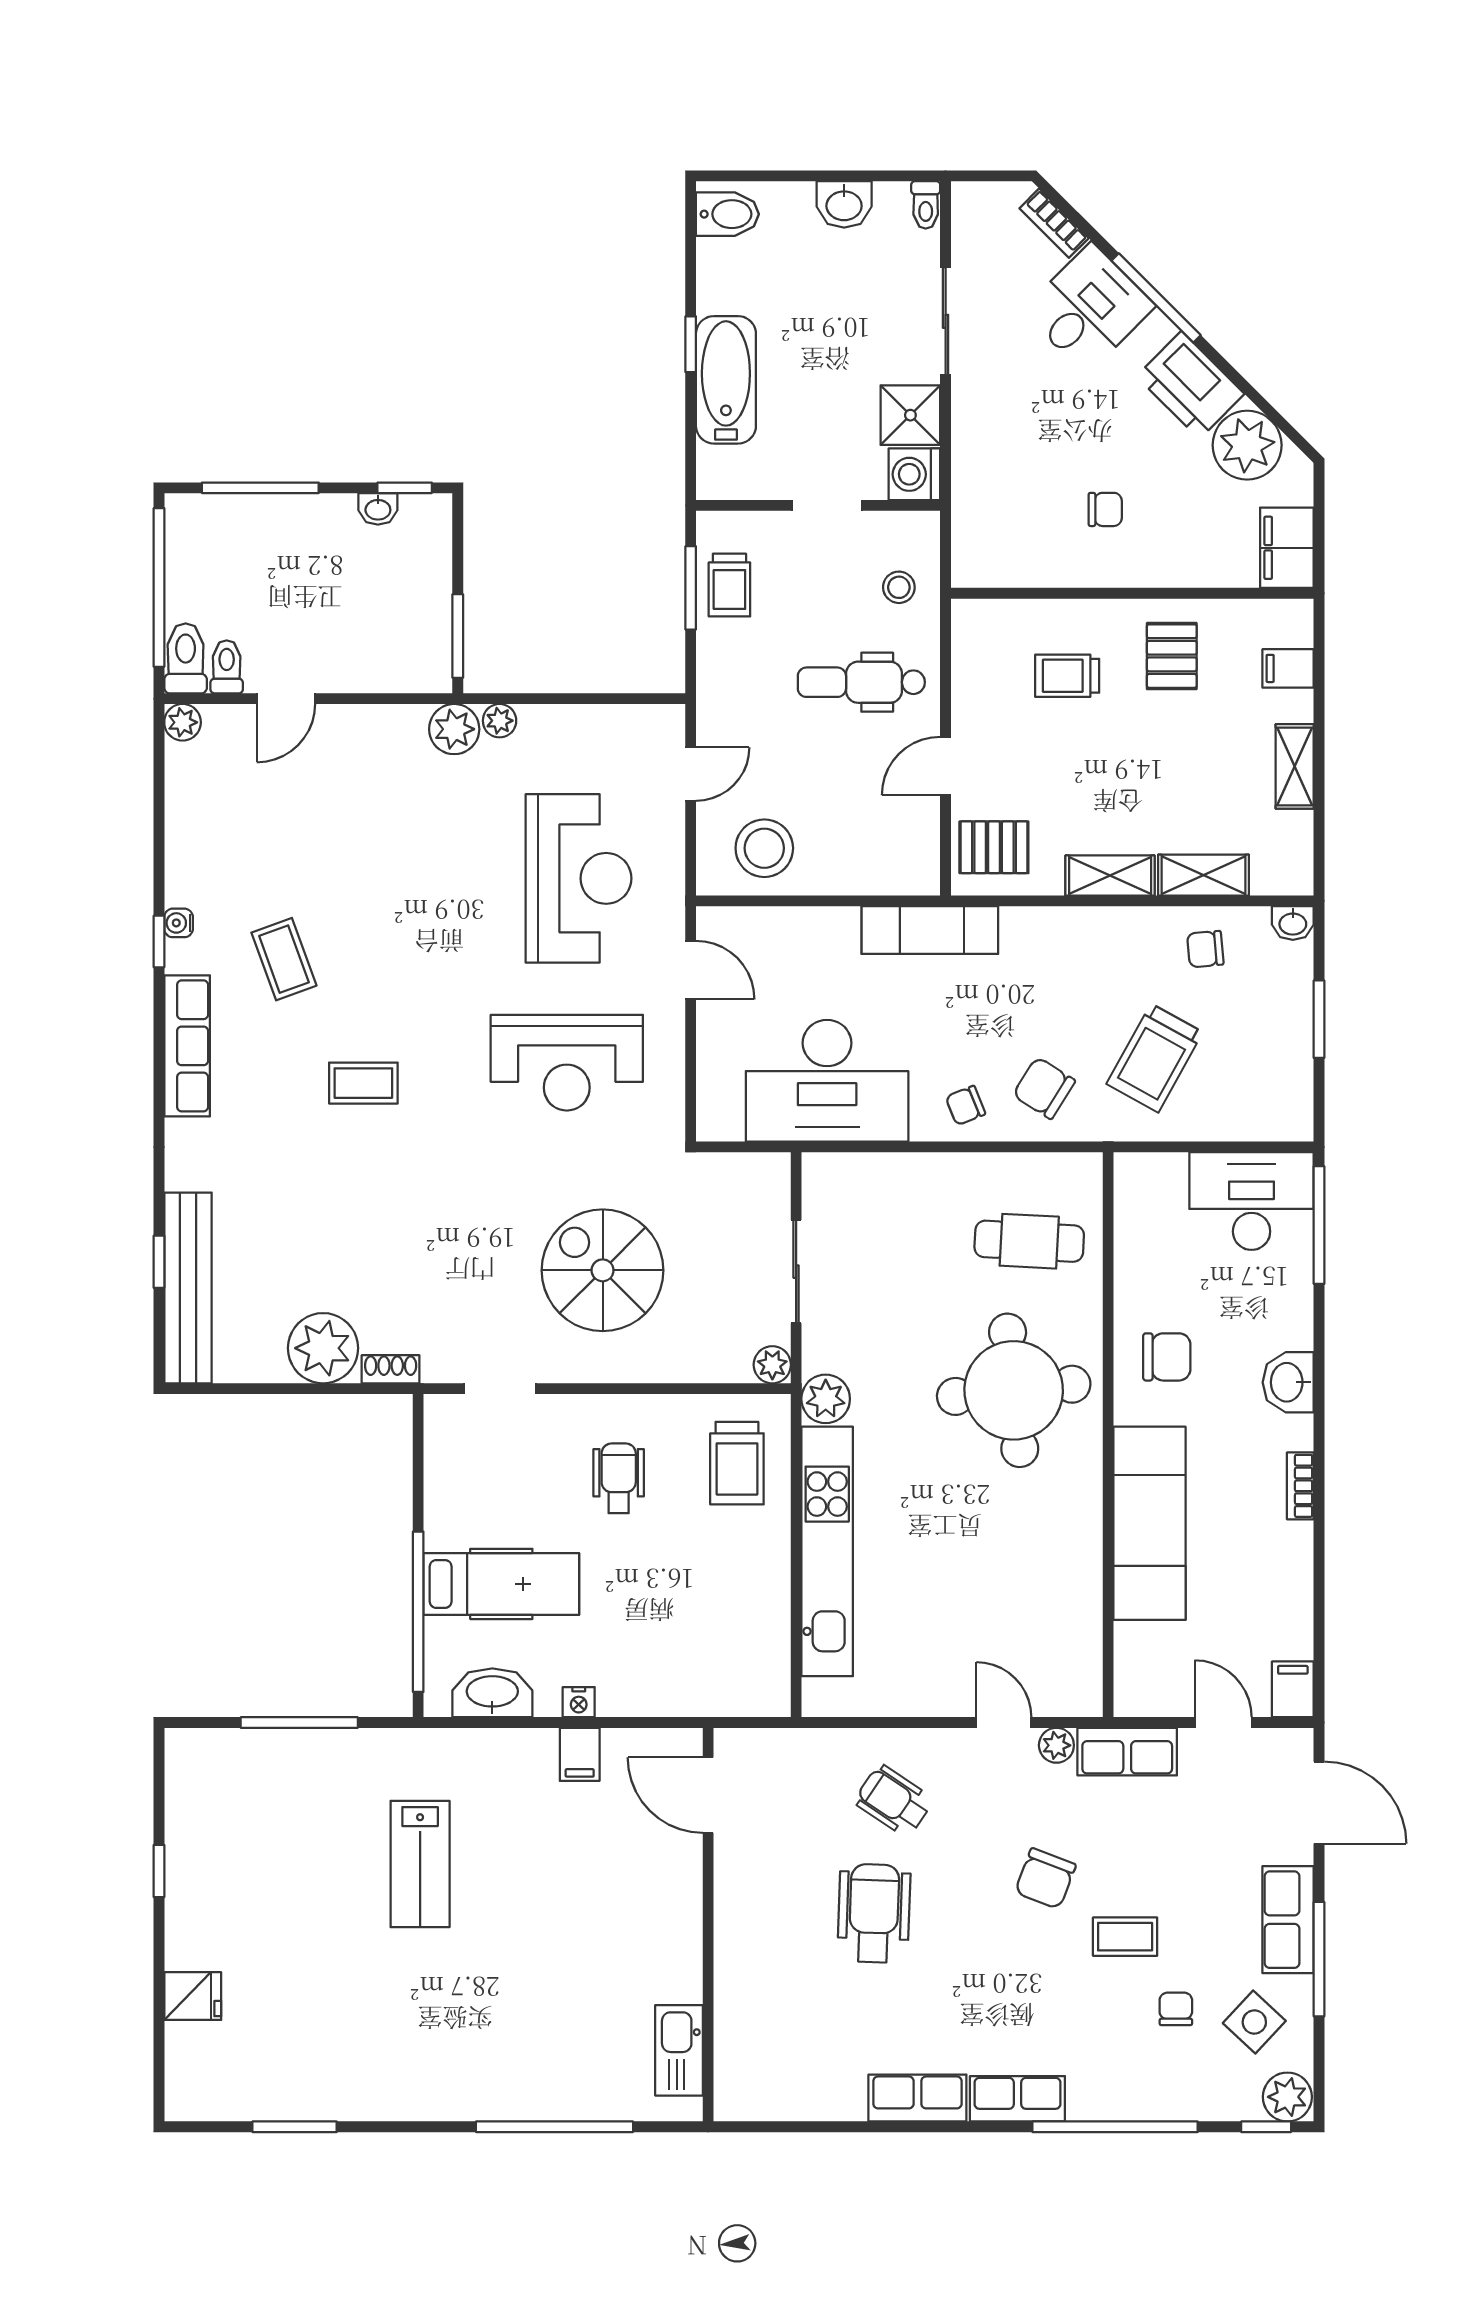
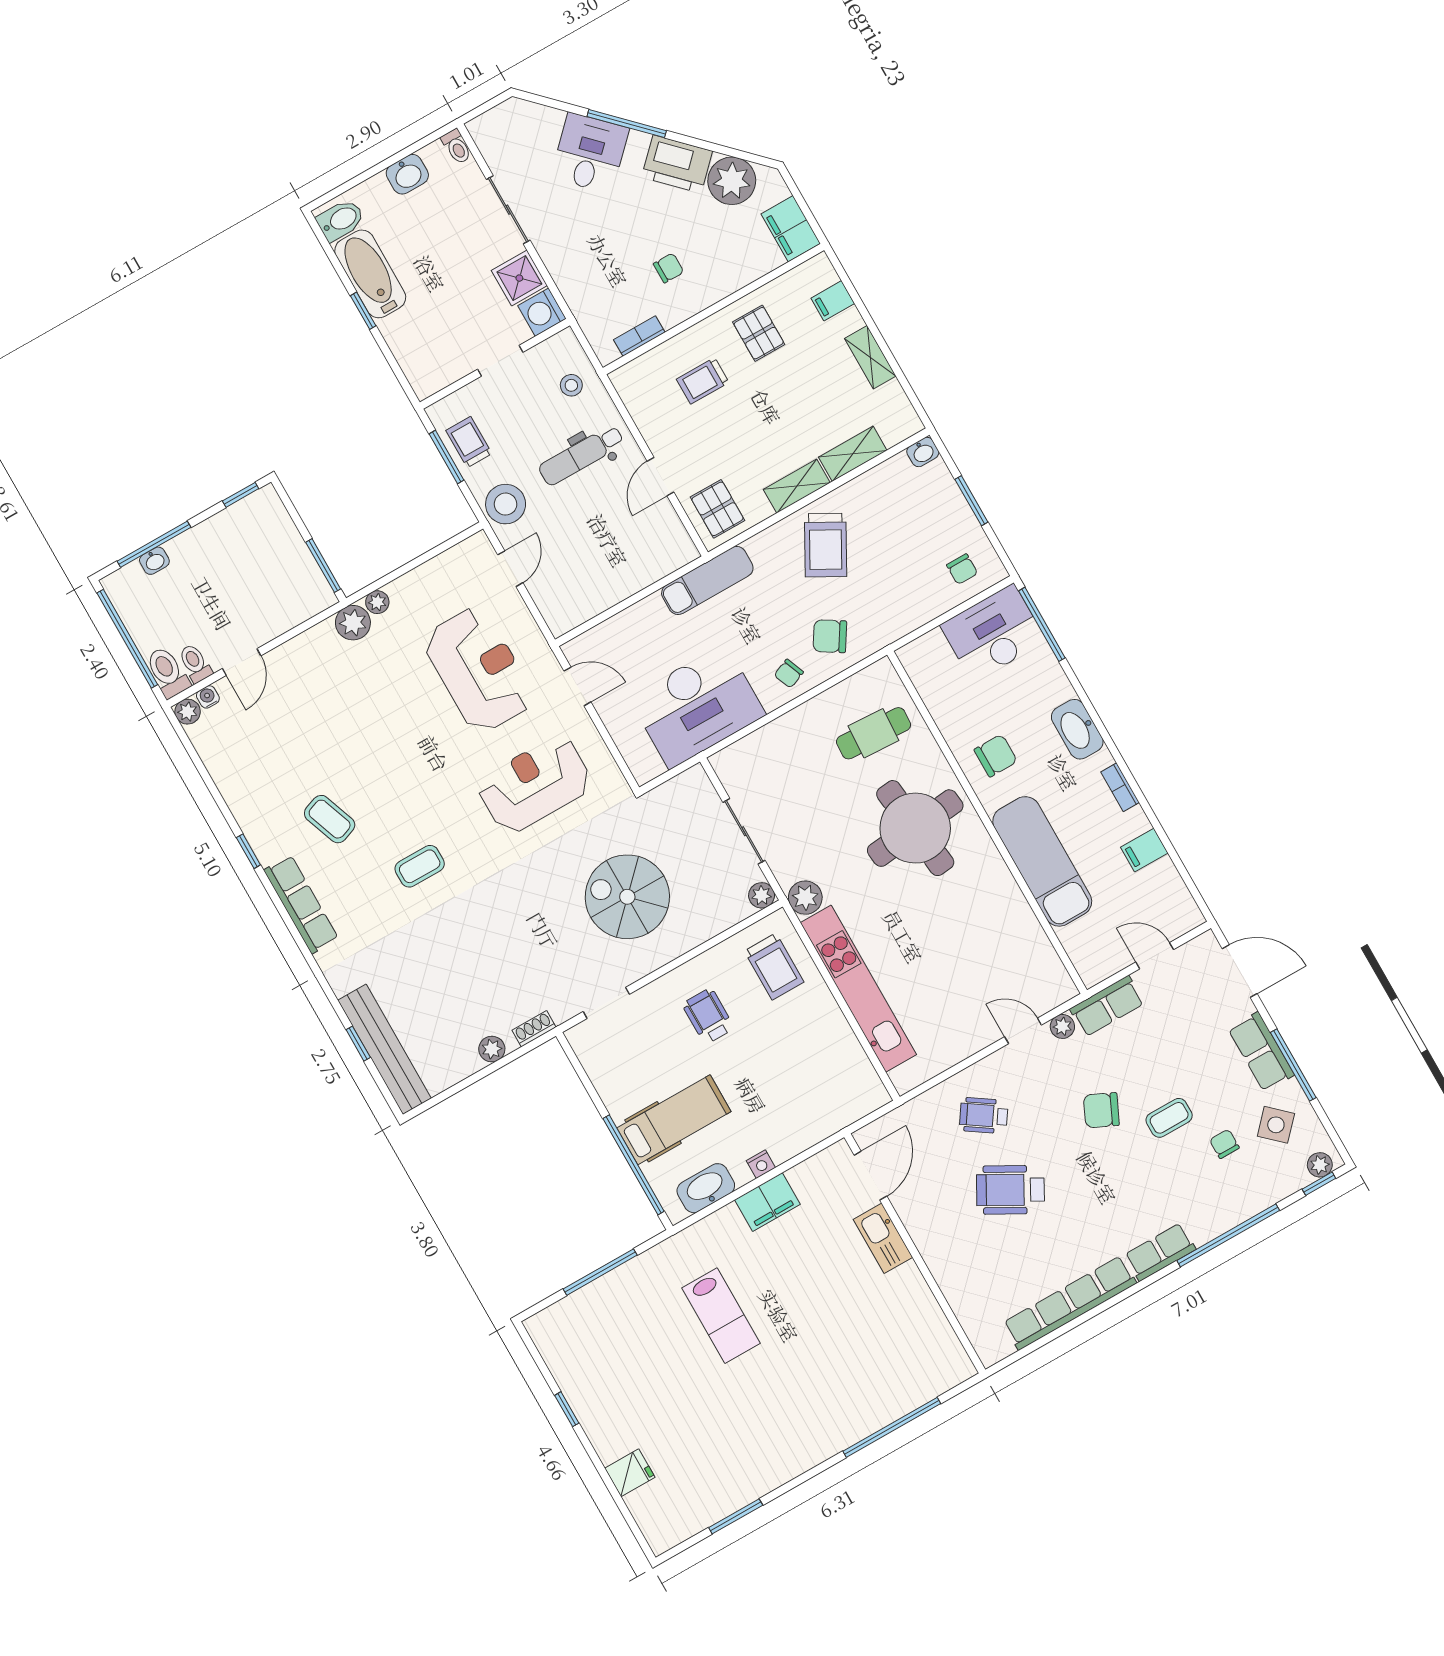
bookcase: (1054, 223) -> (639, 336), moved, turned 135
bathtub: (726, 380) -> (370, 274), moved
washbasin: (378, 509) -> (154, 561), moved
trolley: (729, 585) -> (469, 442), turned 180
pallet: (994, 847) -> (717, 509), turned 90
stool: (764, 848) -> (506, 504), moved
water cooler: (179, 923) -> (208, 697), moved, turned 90
chair: (1205, 949) -> (962, 569), moved, turned -85
trolley: (1155, 1058) -> (826, 545), moved
reception desk: (567, 1063) -> (535, 784), turned 180
plant: (323, 1348) -> (492, 1049), width x0.53, depth x0.53
washbasin: (1288, 1382) -> (1077, 729), width x1.38
filing cabinet: (1293, 1689) -> (1144, 850), moved, turned -90
filing cabinet: (580, 1754) -> (767, 1202), width x2.00
door: (708, 1795) -> (870, 1176), swing flipped
chair: (1045, 1878) -> (1101, 1110), turned 94
wheelchair: (874, 1913) -> (1010, 1190), turned -63
kitchen sink: (679, 2050) -> (883, 1238), moved
plant: (1287, 2097) -> (1320, 1165), width x0.73, depth x0.73
row of seats: (917, 2098) -> (1070, 1303), width x2.02

